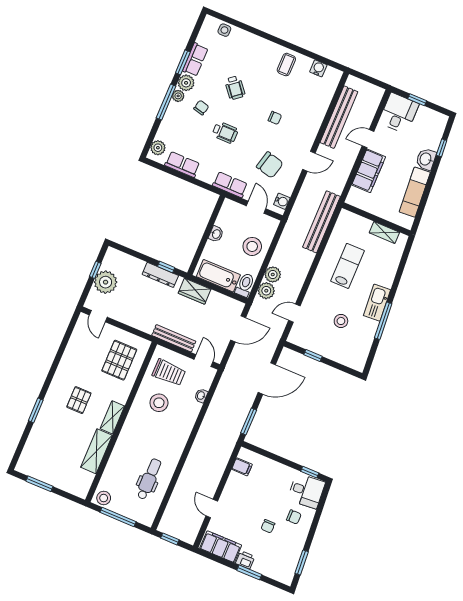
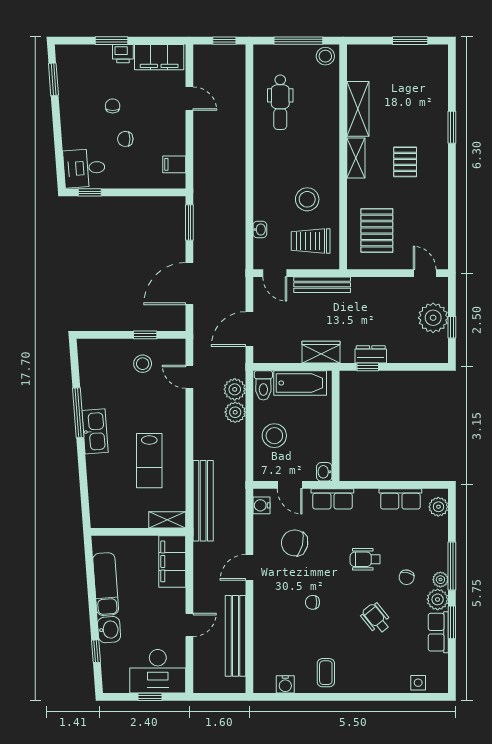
desk: (399, 113) -> (158, 671), width x1.37
filing cabinet: (369, 171) -> (172, 561), moved
shelving: (384, 232) -> (167, 520), moved
washbasin: (216, 234) -> (324, 472), moved
dresser: (160, 275) -> (371, 354), width x0.70
door: (294, 313) -> (189, 377), swing flipped
stool: (341, 321) -> (143, 364), moved
chair: (294, 517) -> (125, 139), moved

